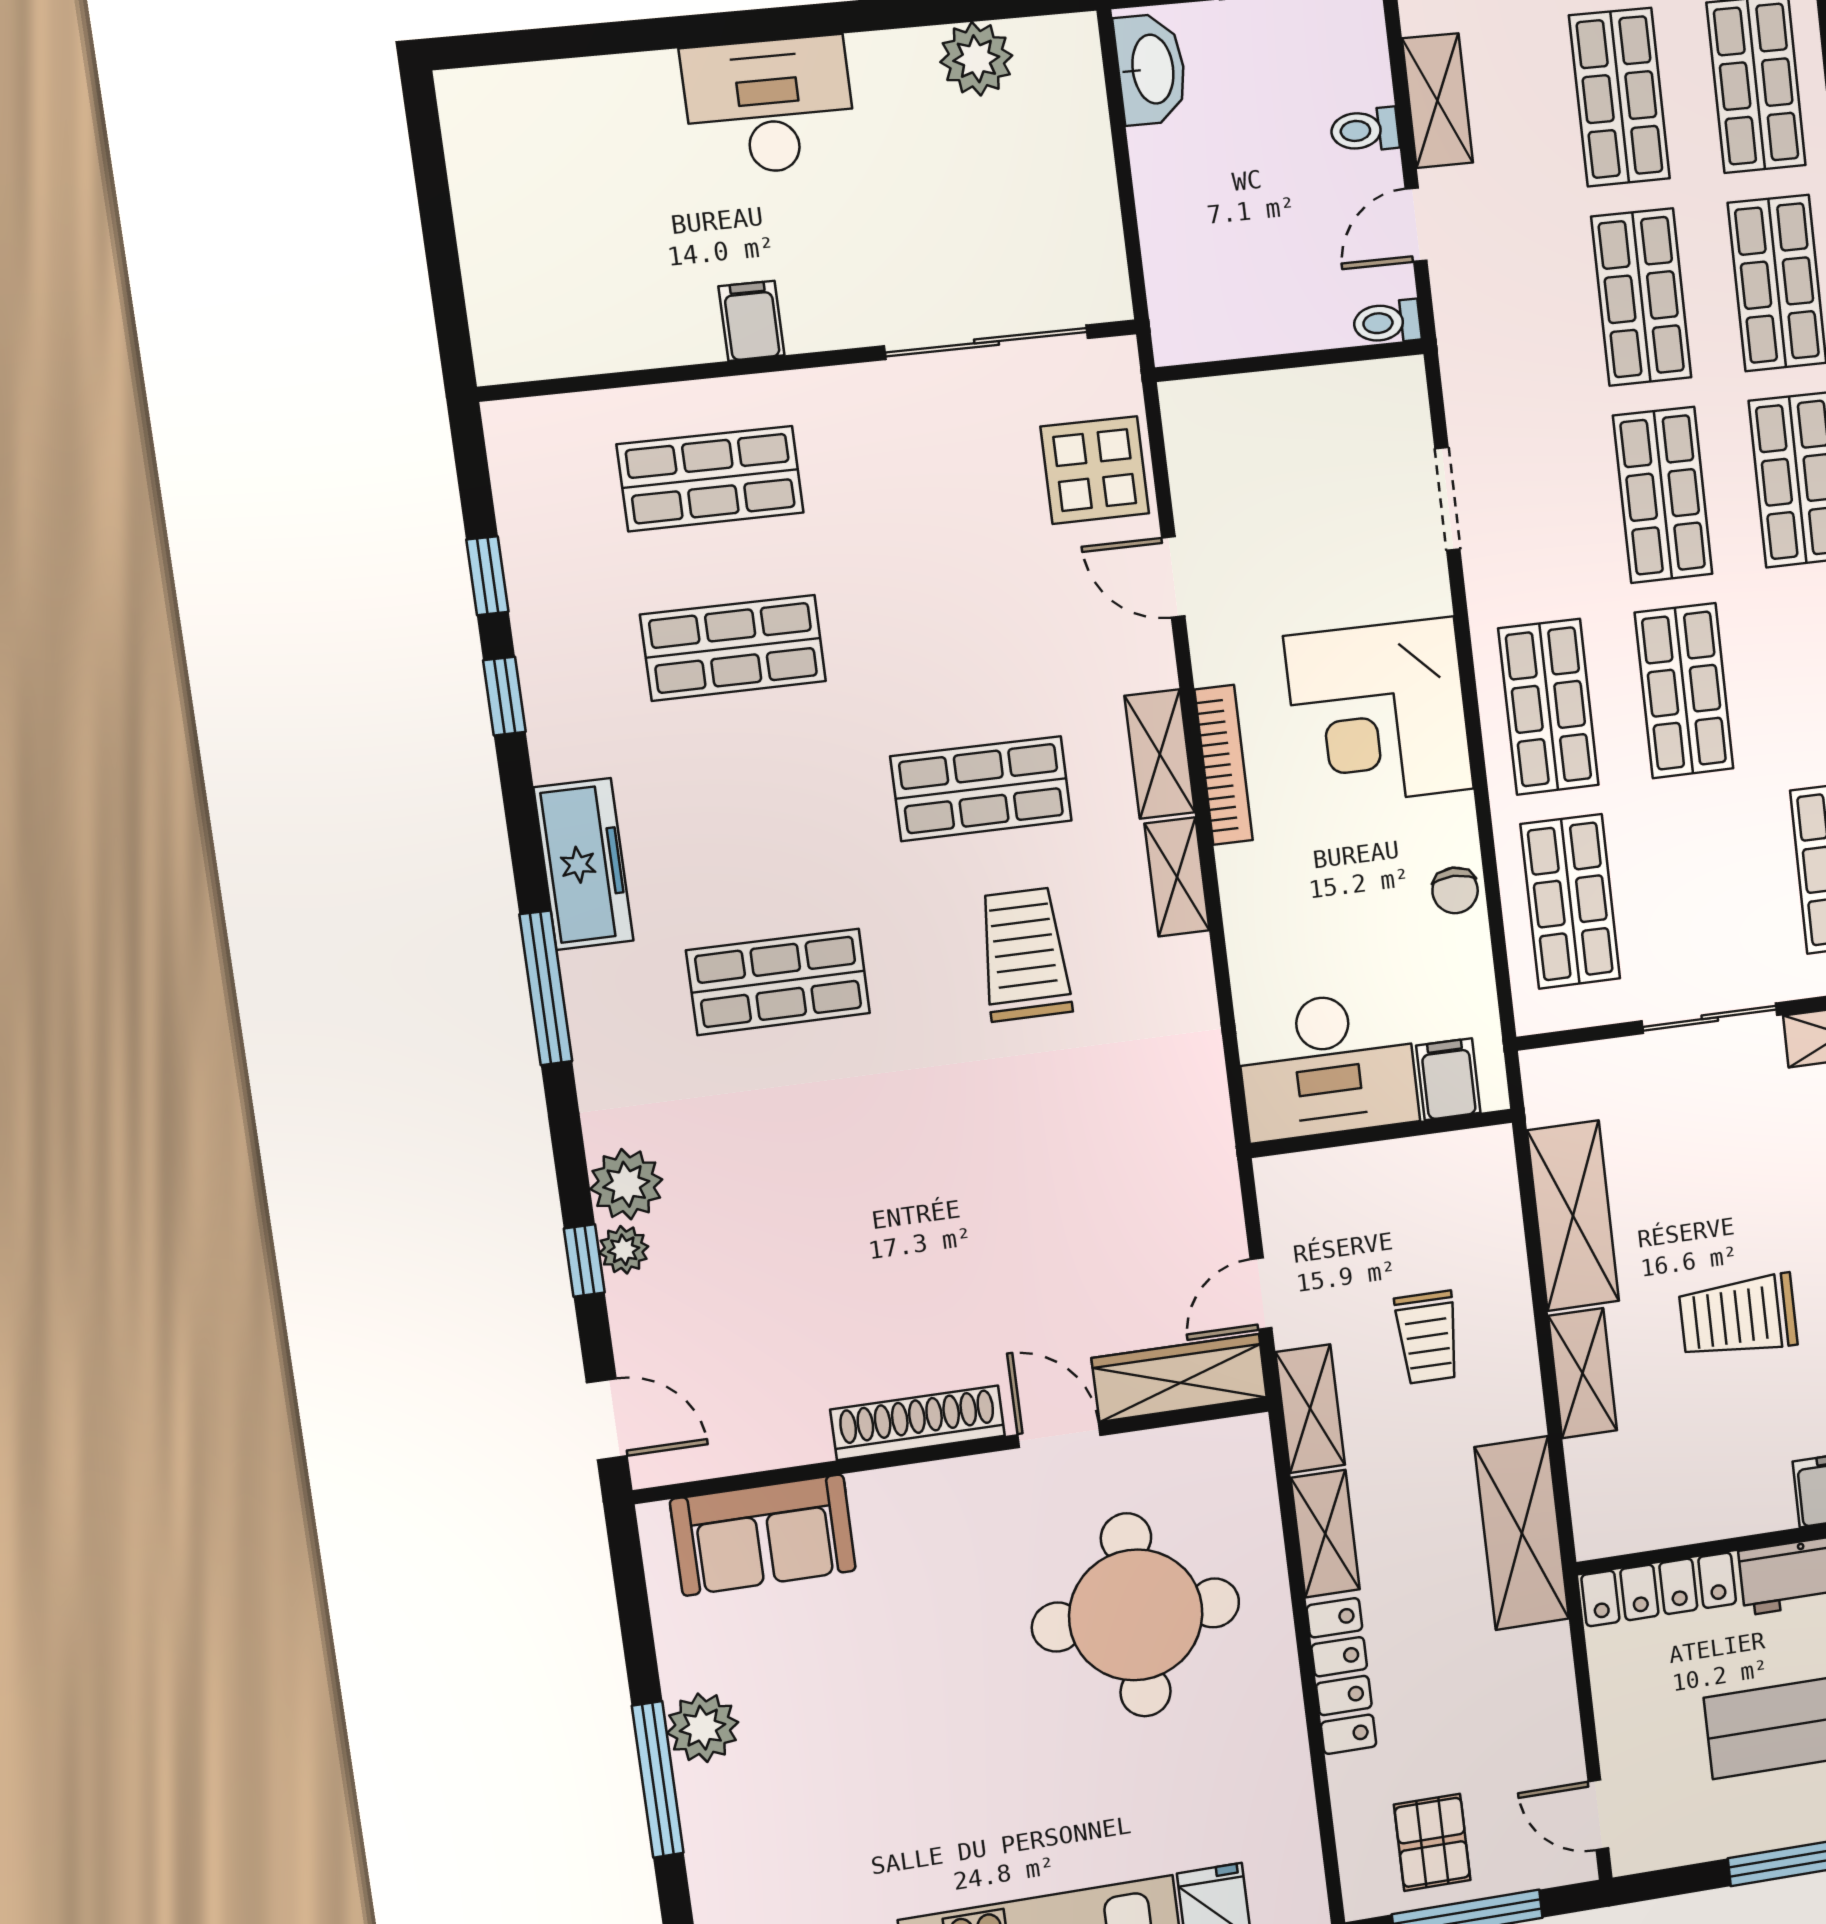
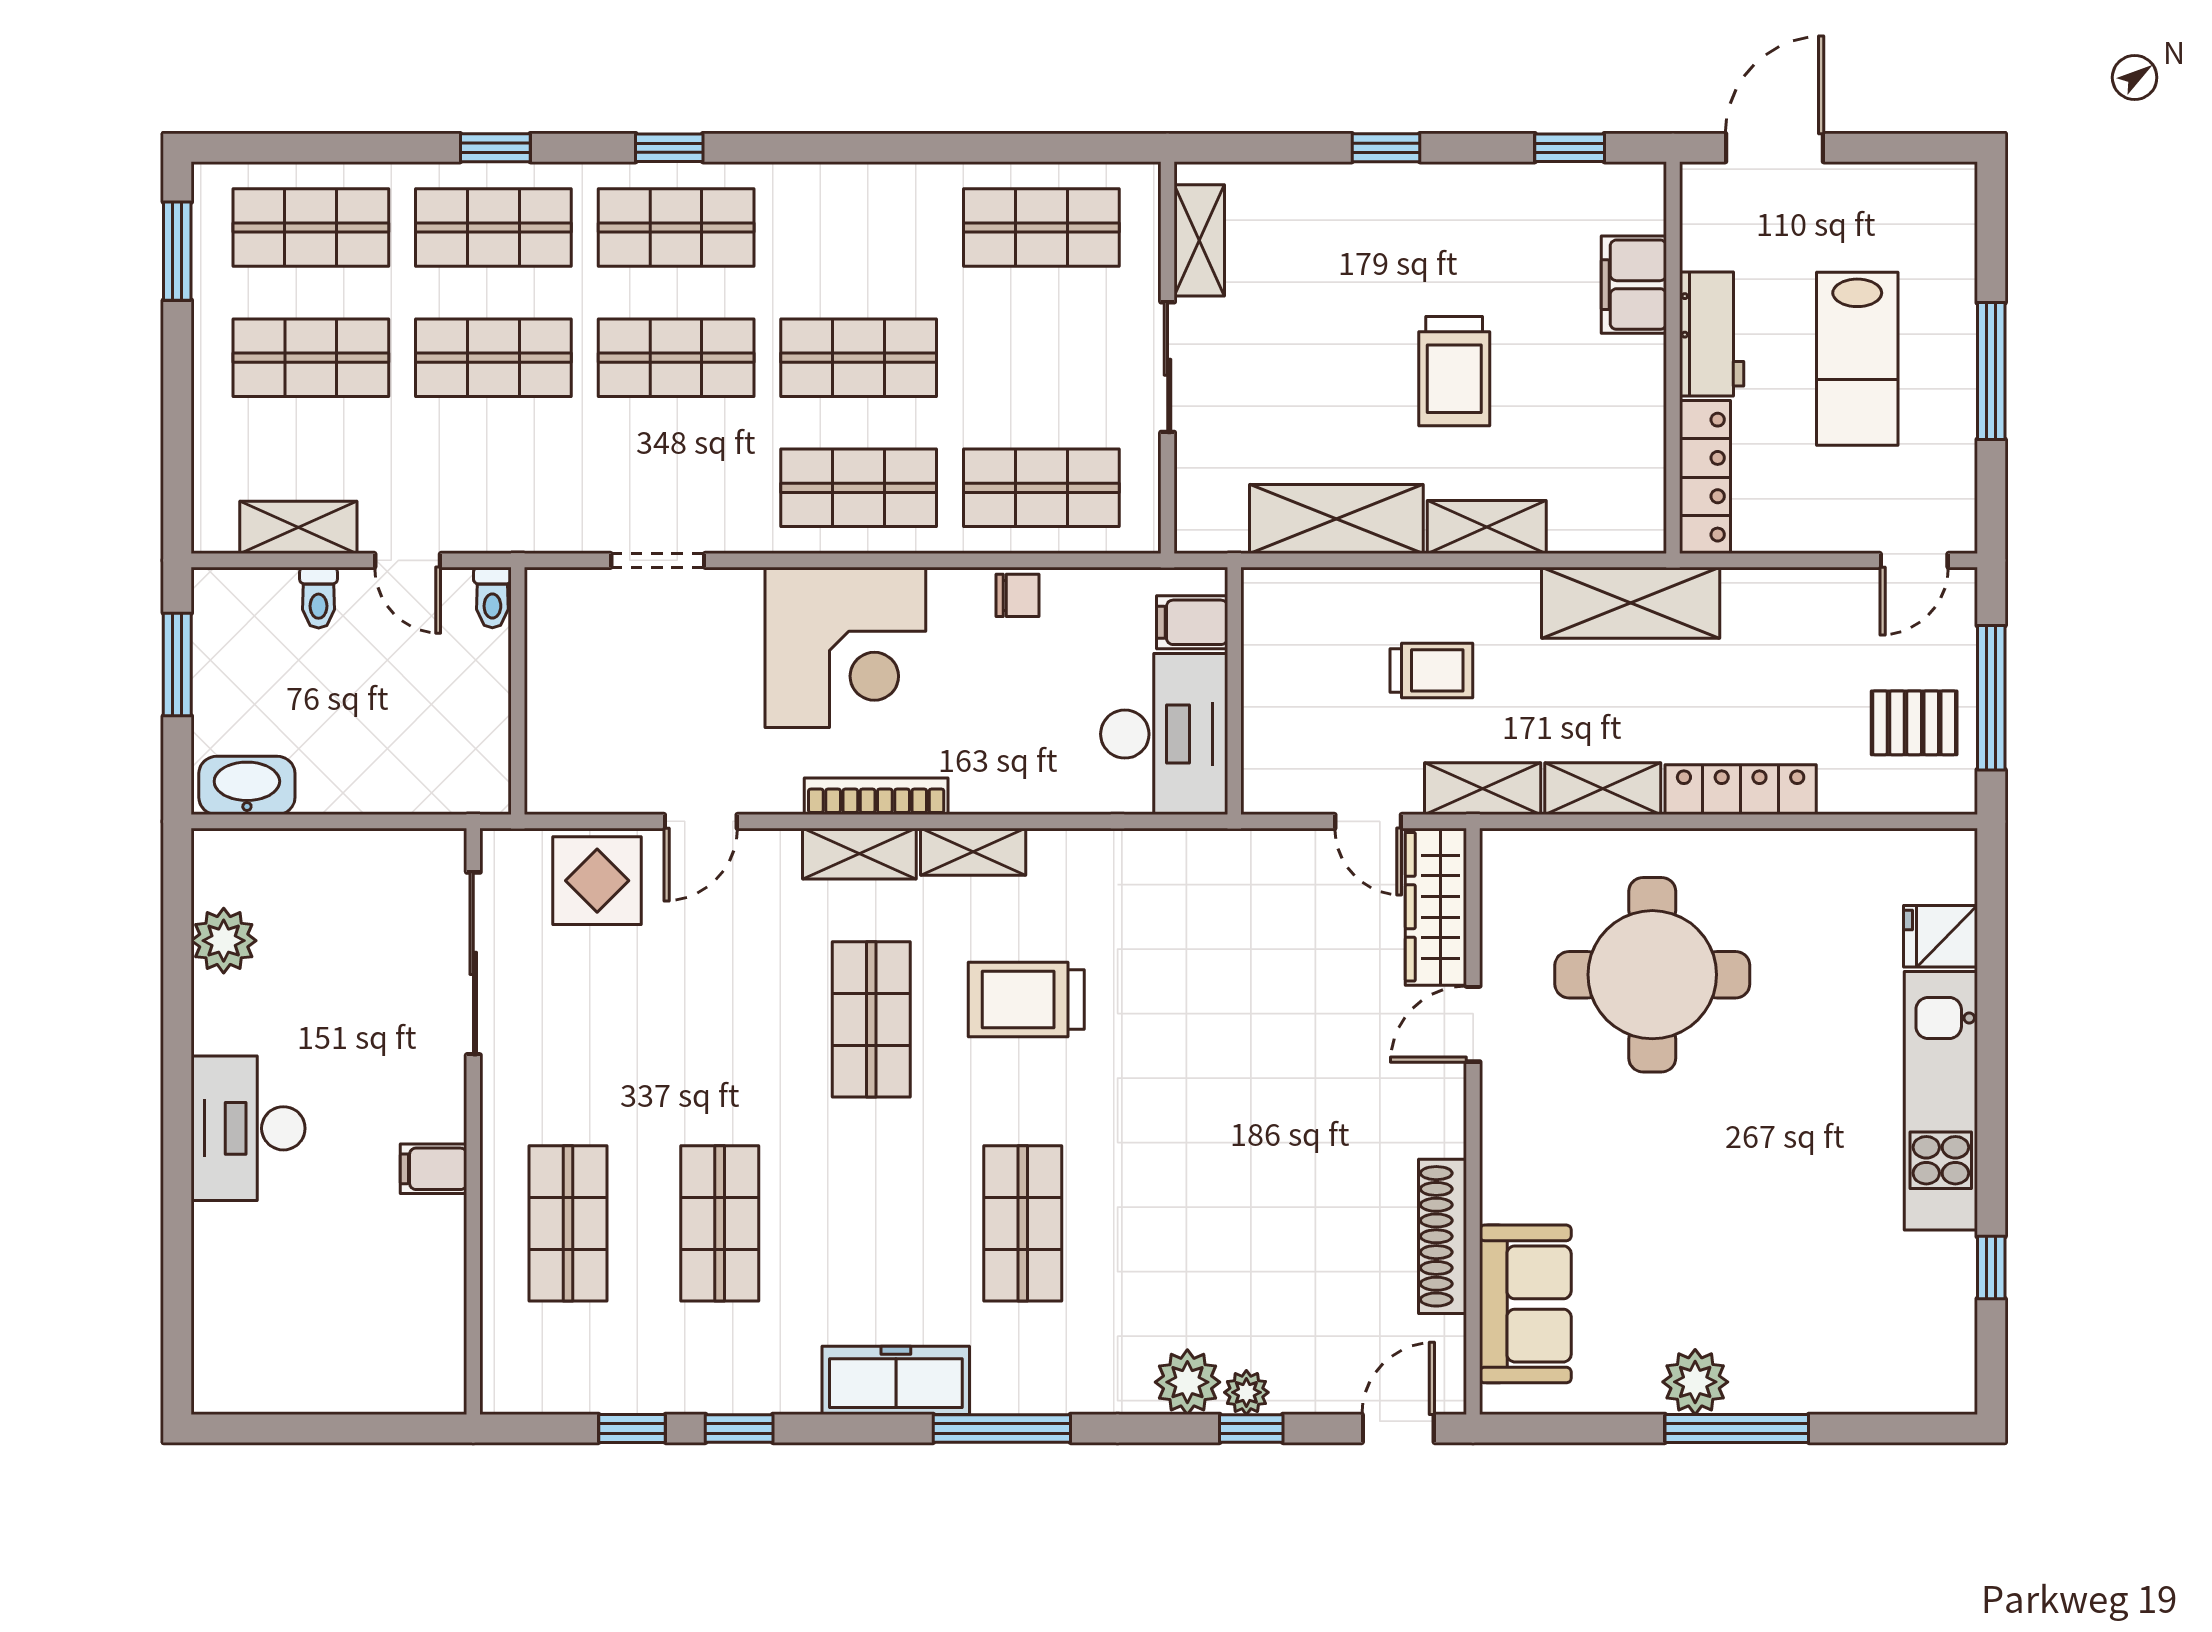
shoe rack: (918, 1423) -> (1442, 1236), moved

